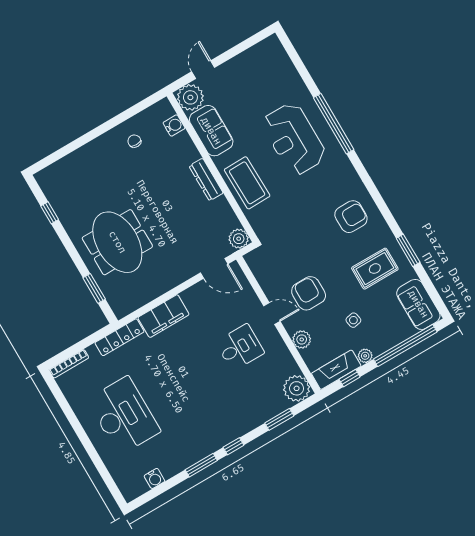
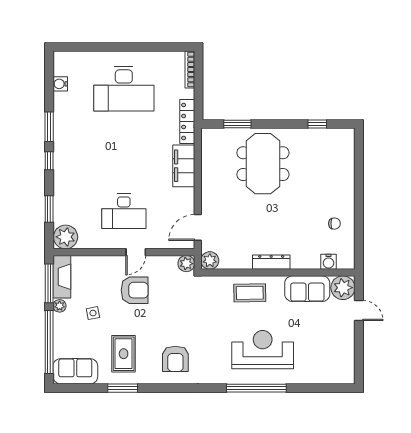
coffee table: (247, 183) -> (250, 293), width x0.73, depth x0.76
meeting table: (117, 242) -> (263, 164), turned 90
plant: (302, 339) -> (186, 264), moved
desk: (240, 347) -> (124, 211), width x1.37
window: (350, 378) -> (49, 283), width x2.17

